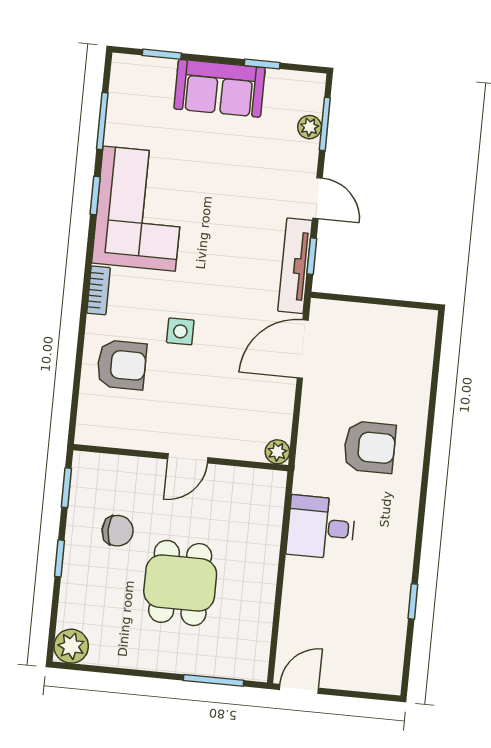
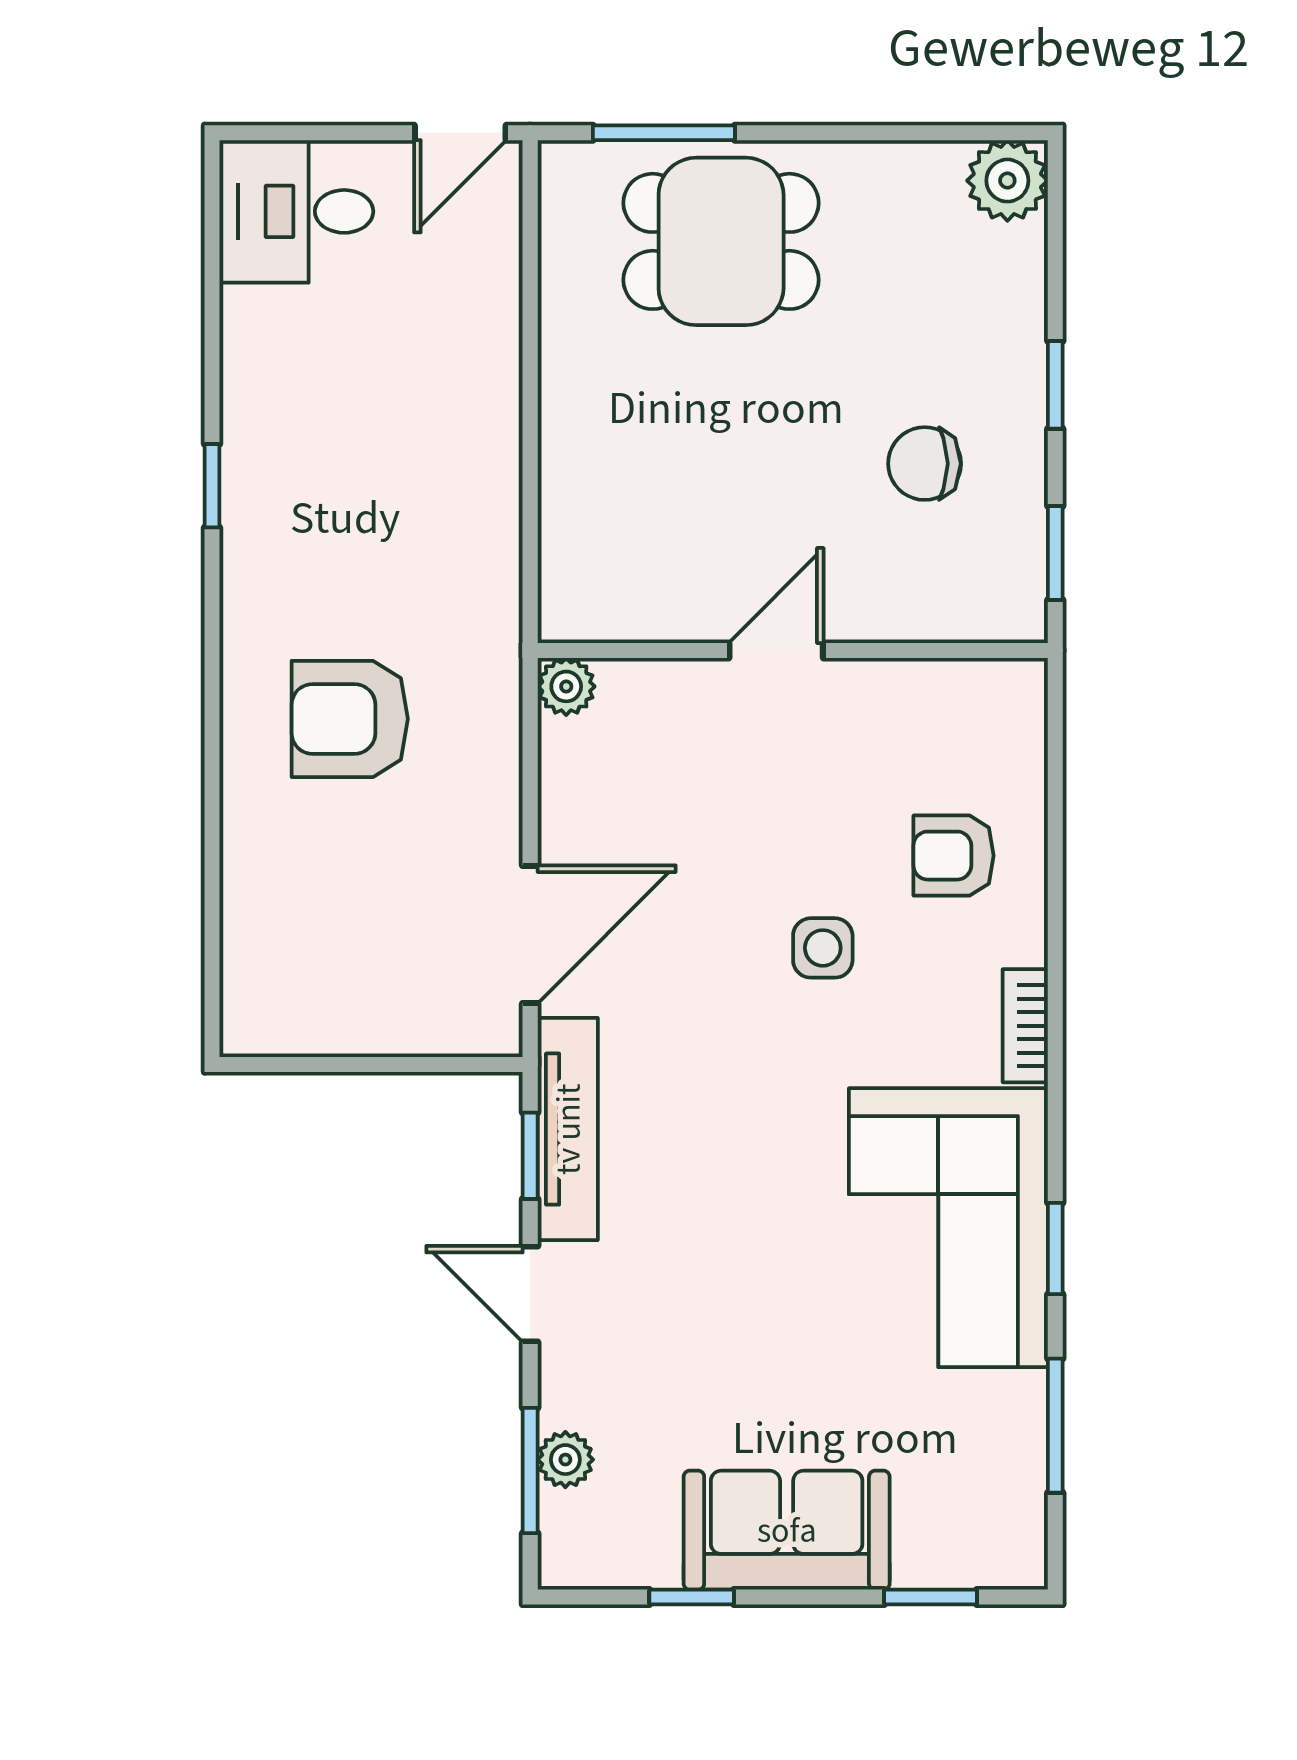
armchair: (122, 365) -> (954, 856), width x0.72, depth x0.72
desk: (321, 527) -> (296, 211), moved, turned 180
dining table: (180, 583) -> (721, 241), moved, turned 90
window: (413, 601) -> (212, 486), moved

